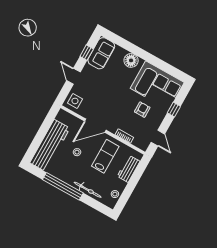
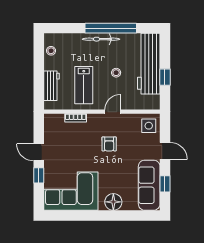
sofa: (101, 53) -> (149, 185), width x1.36
armchair: (142, 110) -> (109, 144), moved
door: (95, 126) -> (112, 112), width x0.53
window: (44, 129) -> (165, 77), added
door: (158, 138) -> (39, 152), moved
bicycle: (88, 190) -> (101, 39), moved

